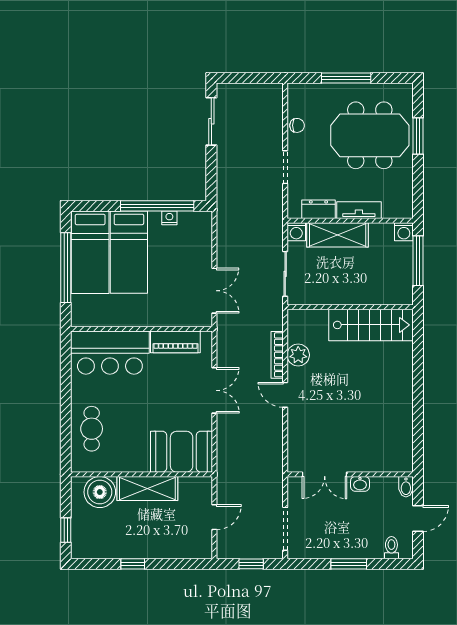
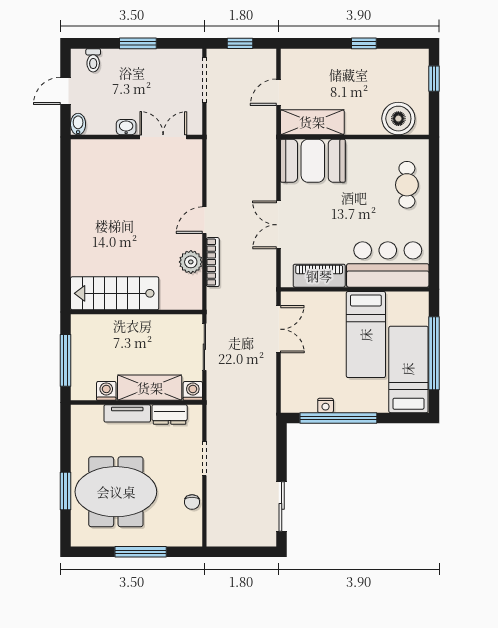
chair: (297, 125) -> (192, 502), turned -90
washing machine: (404, 232) -> (106, 391), moved
bed: (129, 252) -> (366, 335), moved, turned 180
double door: (214, 291) -> (279, 329), swing flipped
door: (285, 395) -> (204, 220), swing flipped
shelving: (147, 488) -> (312, 122), moved

